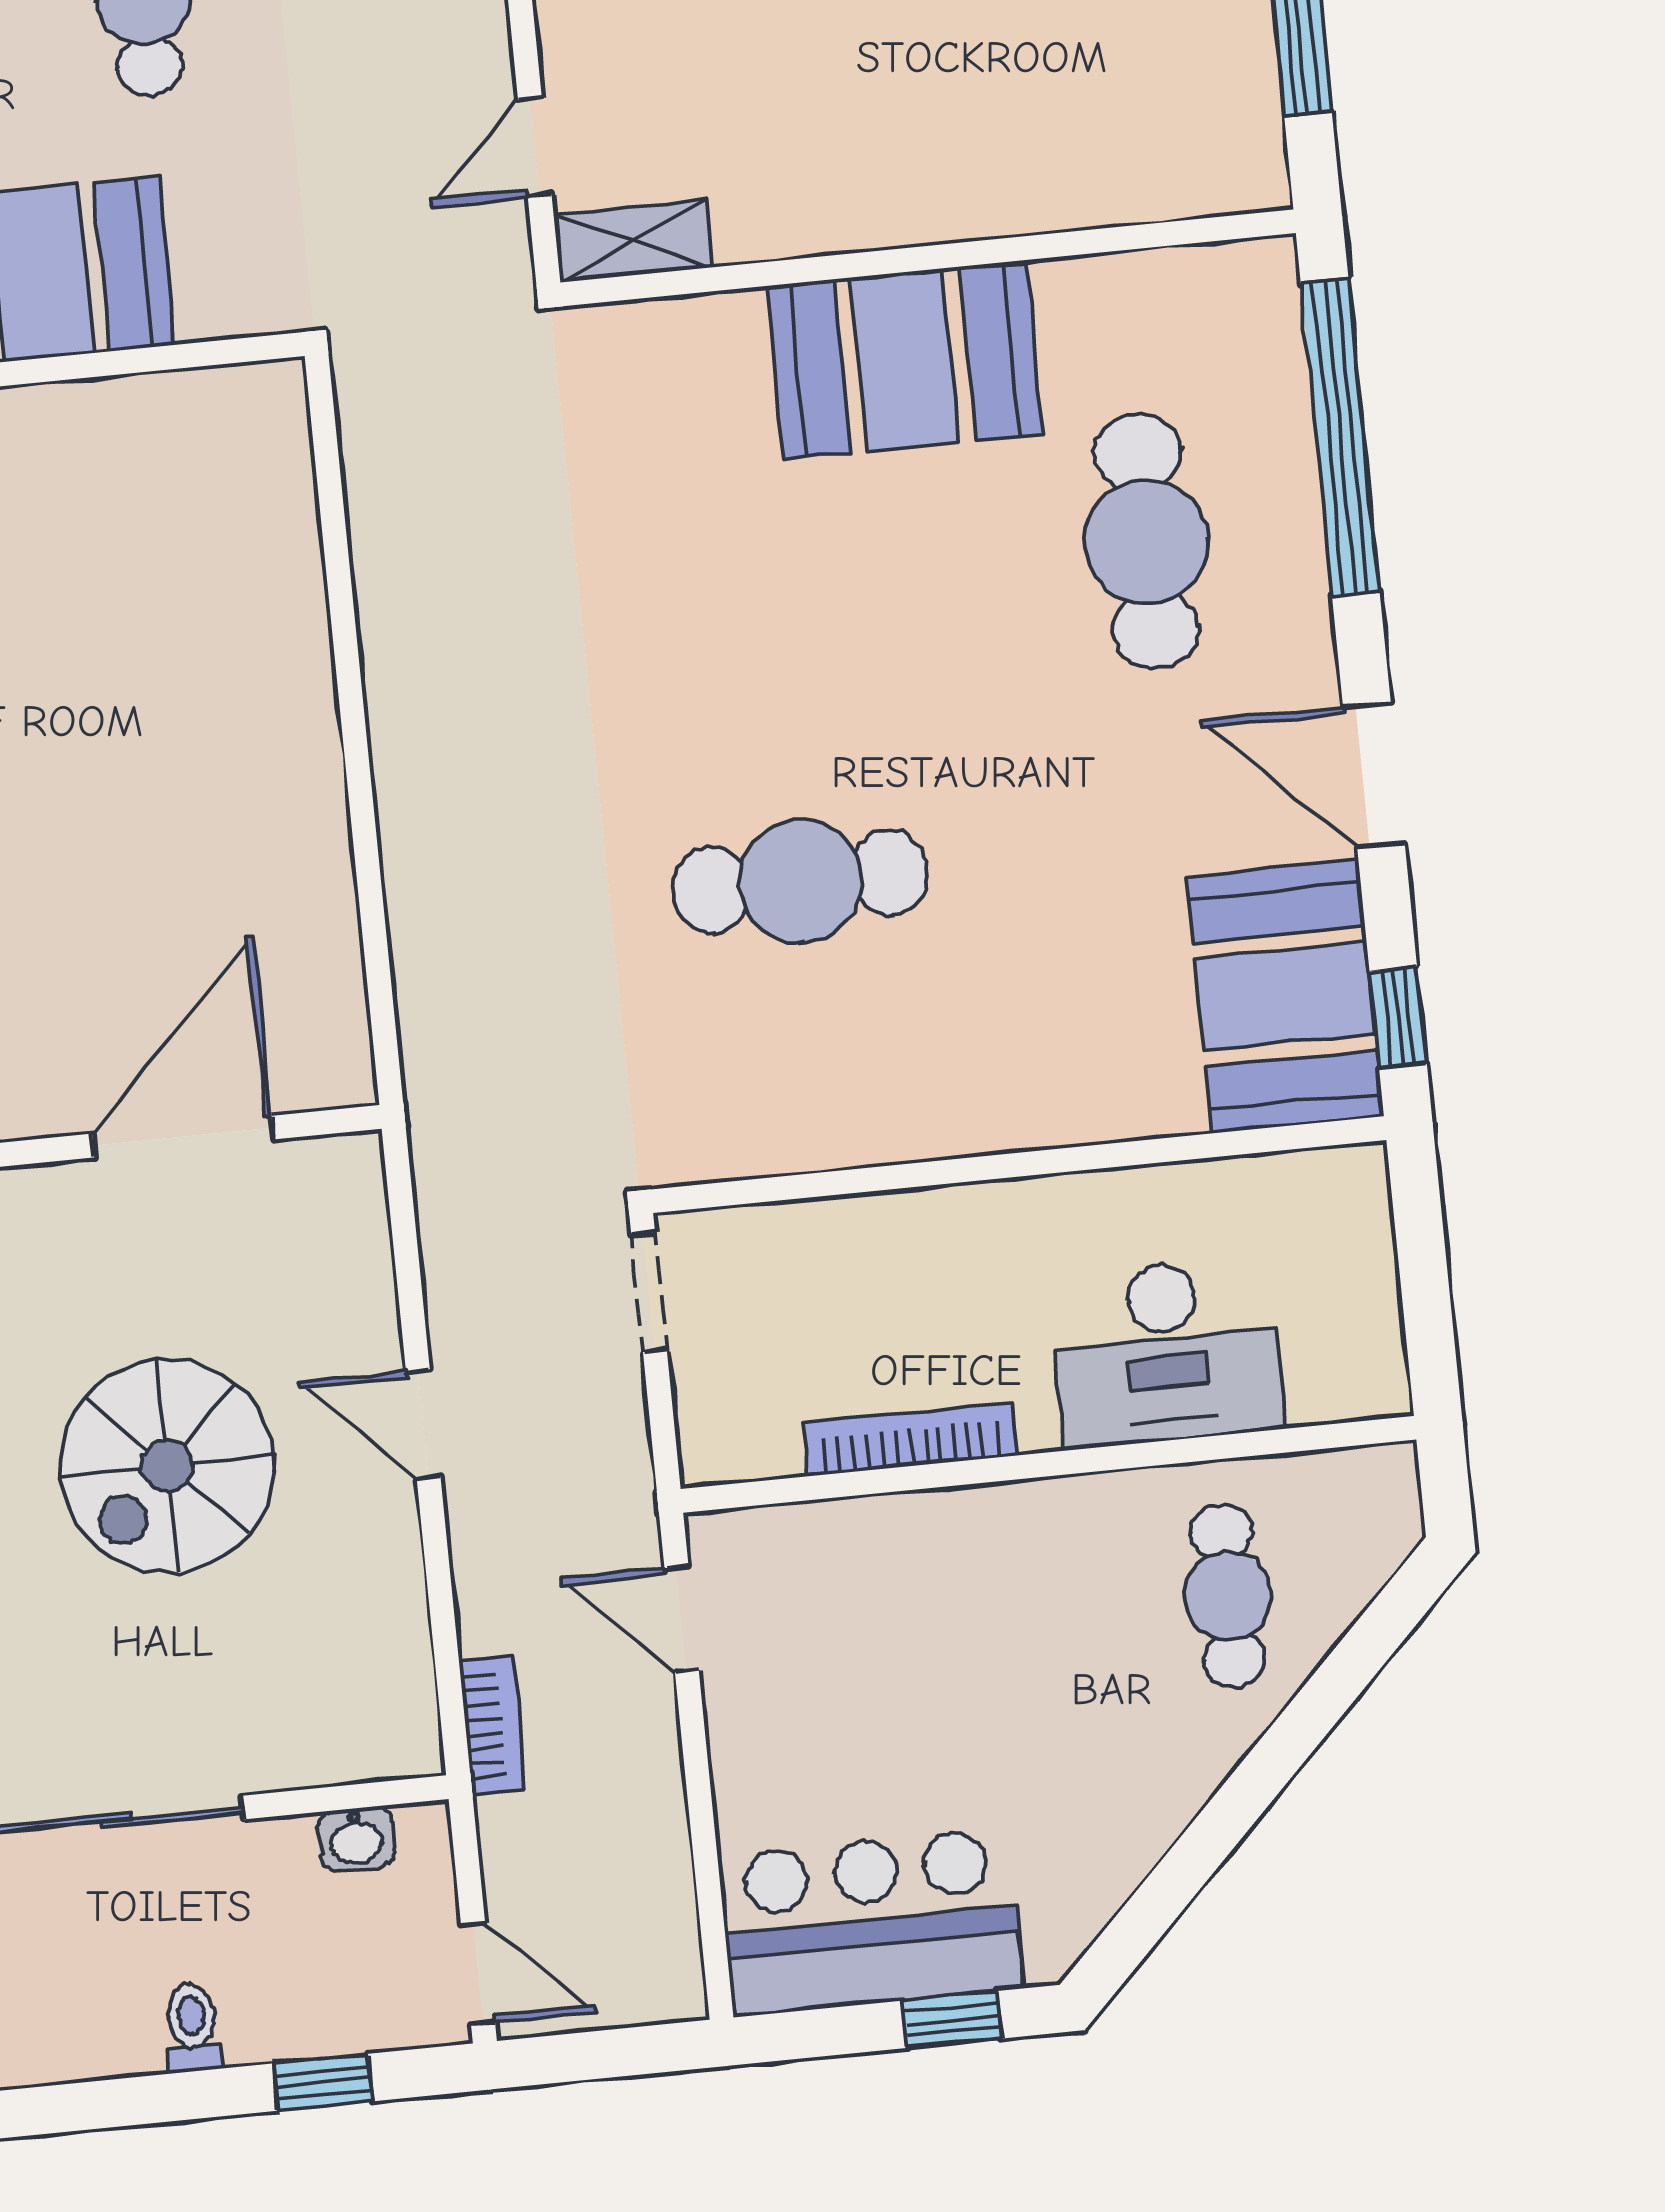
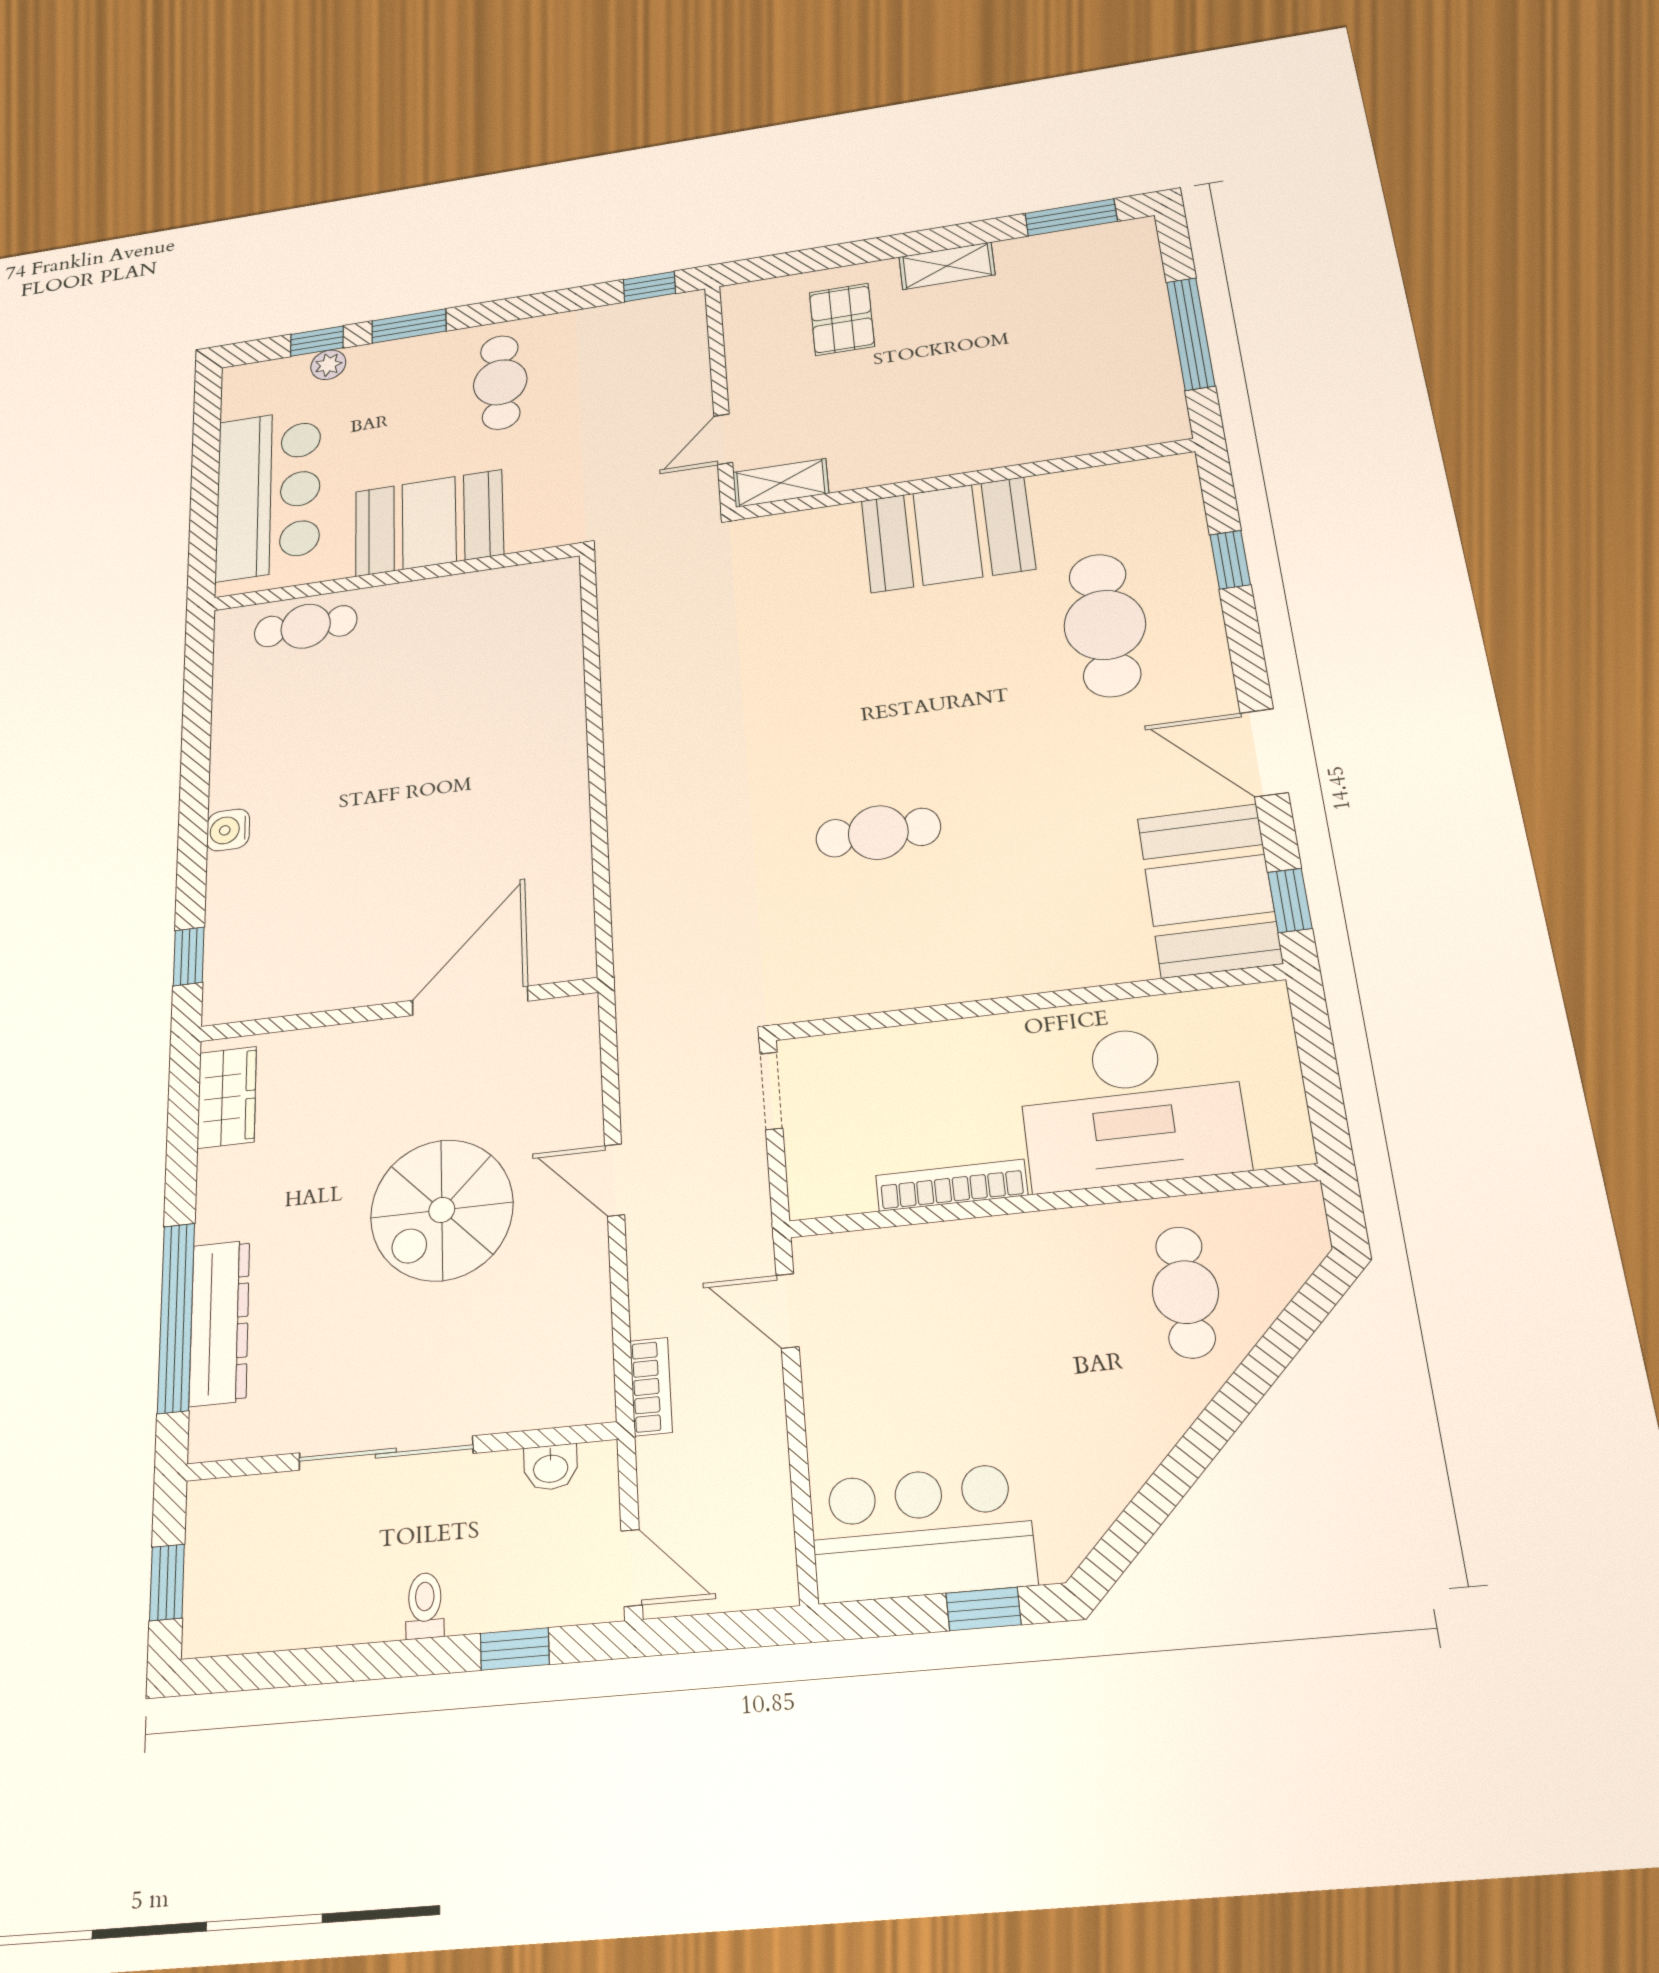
window: (1340, 437) -> (1230, 560), width x0.32
cafe table: (800, 881) -> (878, 833), width x0.73, depth x0.74
desk: (1166, 1353) -> (1132, 1106), width x1.36, depth x1.30

